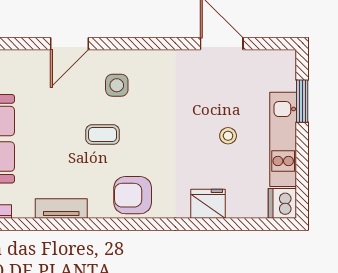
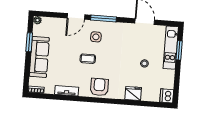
window: (130, 44) -> (103, 19), added
kitchen unit: (283, 139) -> (171, 48), moved
armchair: (133, 195) -> (99, 87), turned 90

